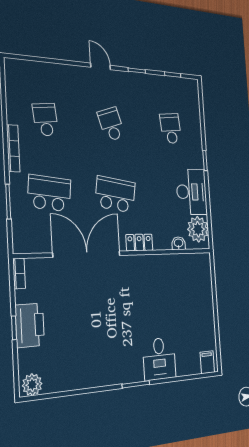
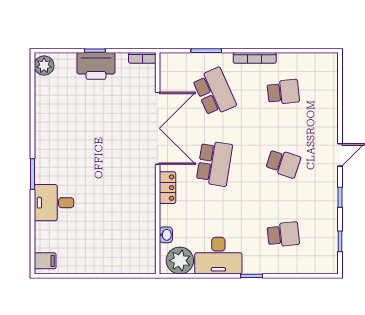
school desk: (111, 124) -> (283, 163), turned 36
school desk: (49, 193) -> (214, 92), turned -30

